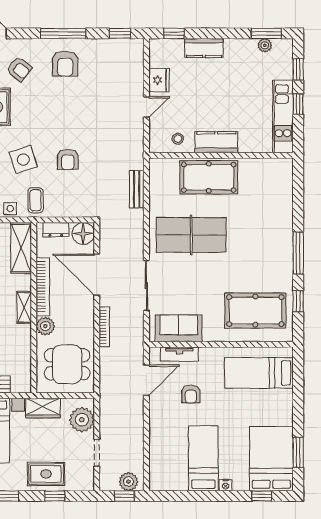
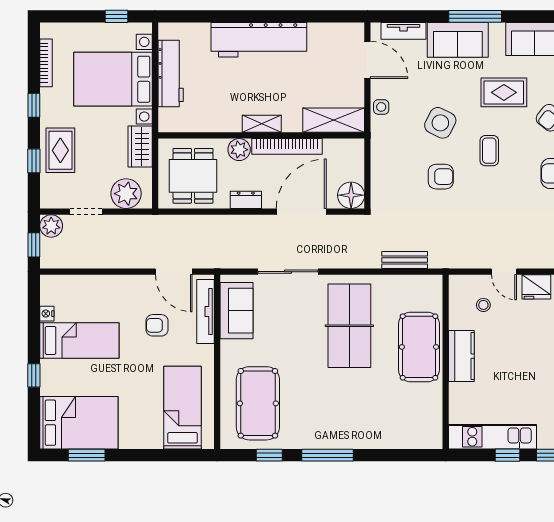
stool: (178, 139) -> (483, 305), moved
armchair: (68, 159) -> (441, 177), turned 180
side table: (23, 160) -> (440, 123), turned 45
coffee table: (36, 200) -> (489, 151), moved, turned 90
dresser: (56, 230) -> (246, 200), moved, turned 90
bookcase: (104, 327) -> (238, 221), removed
tv unit: (179, 354) -> (205, 311), width x1.41
plant: (128, 482) -> (51, 226), moved
nightstand: (226, 485) -> (47, 314), moved
window: (262, 496) -> (34, 375), moved

